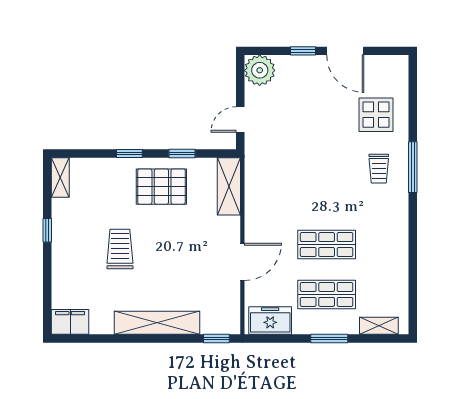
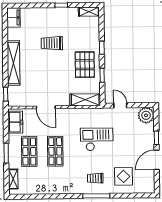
checkout: (305, 165) -> (97, 139), added
trolley: (120, 249) -> (52, 43), turned 180

